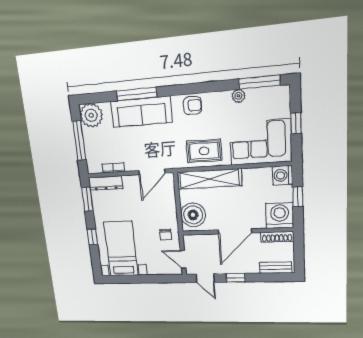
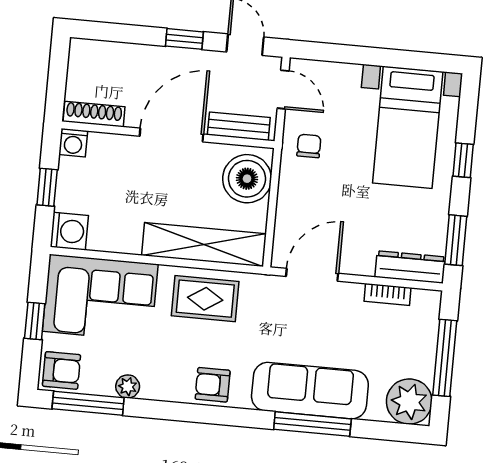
armchair: (277, 98) -> (62, 370), added
washing machine: (280, 215) -> (73, 143), width x0.53, depth x0.53
bench: (276, 268) -> (239, 126), moved

